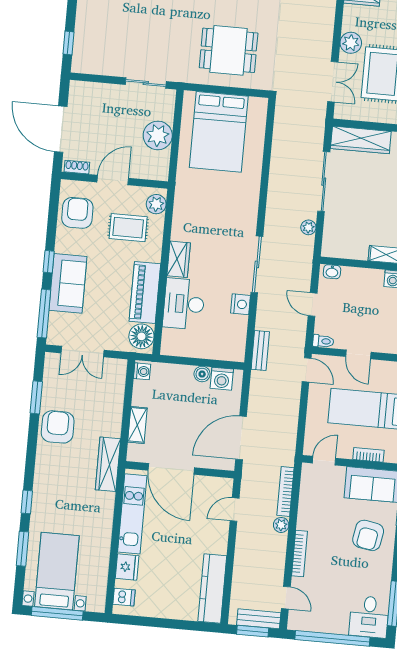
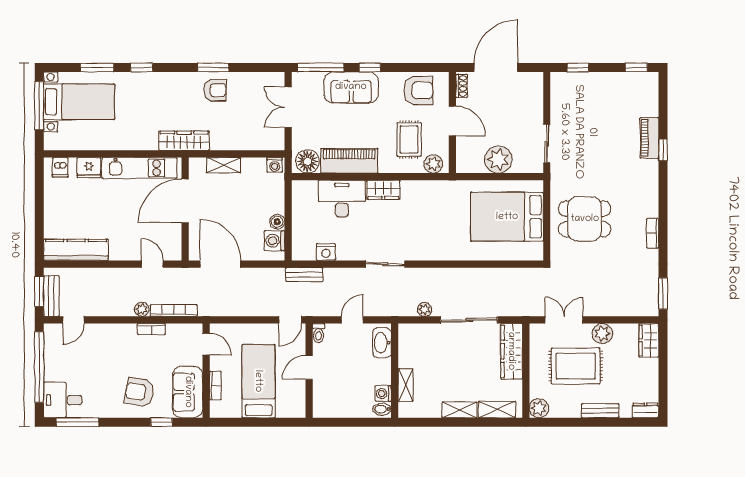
dining table: (229, 50) -> (585, 219), turned 90
double door: (333, 82) -> (564, 320), swing flipped
sliding door: (257, 264) -> (385, 264), width x0.73
washbasin: (332, 272) -> (382, 343), width x1.91, depth x1.45
nightstand: (241, 304) -> (326, 252), moved
window: (36, 397) -> (213, 67), moved
armchair: (58, 427) -> (215, 90), width x0.72, depth x0.72
bookcase: (299, 554) -> (151, 329), moved, width x0.64

